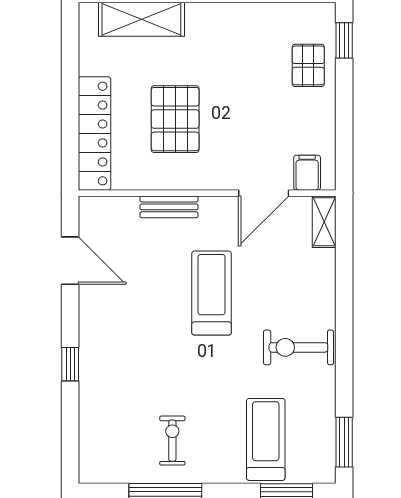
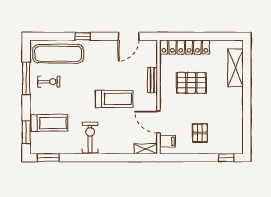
pallet: (308, 65) -> (200, 133), moved, turned 90
exercise mat: (110, 420) -> (58, 54), added

